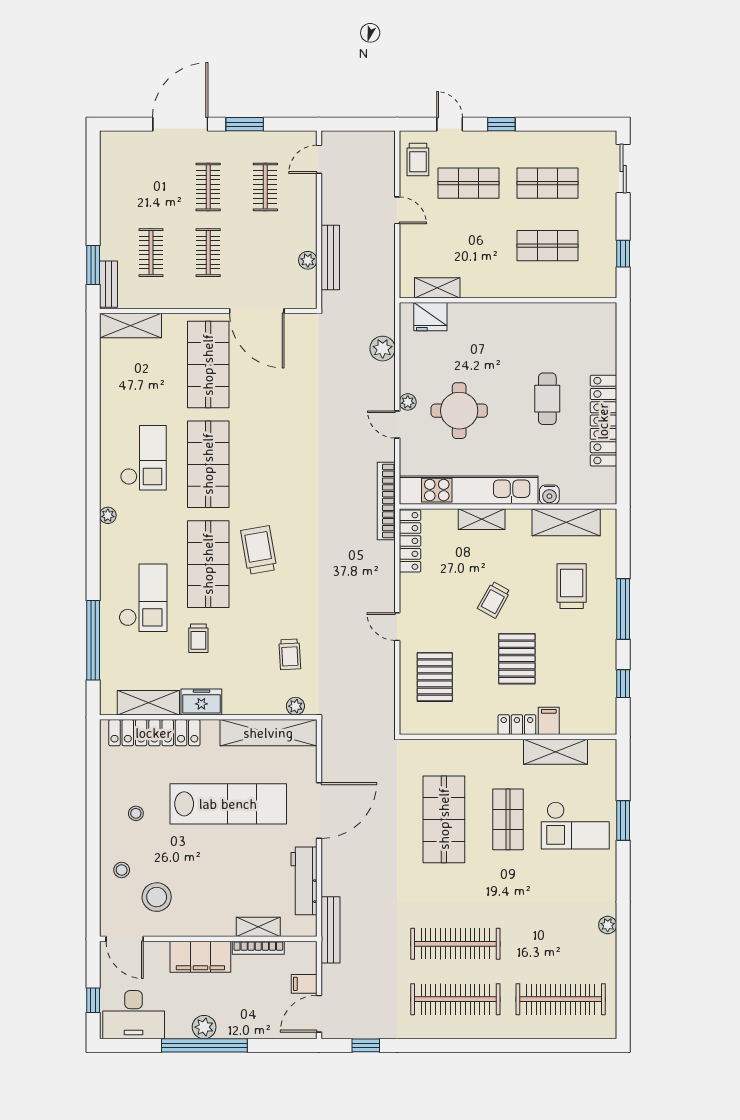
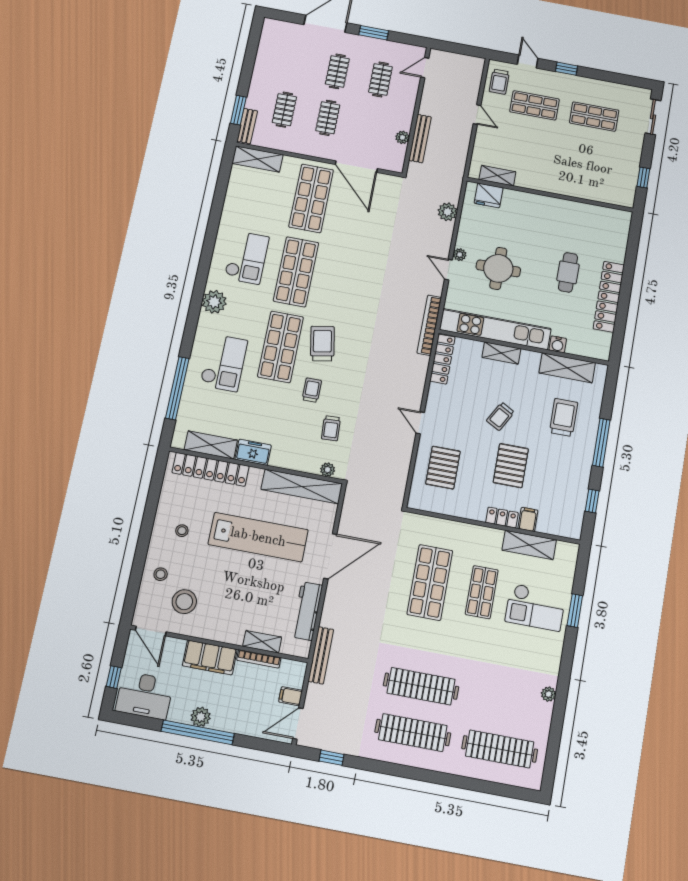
shop shelf: (547, 246) -> (587, 161), removed
plant: (108, 515) -> (214, 302), width x1.88, depth x1.88
trolley: (198, 638) -> (312, 390), moved, turned 180

